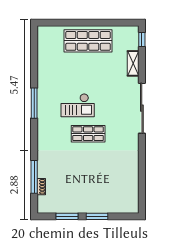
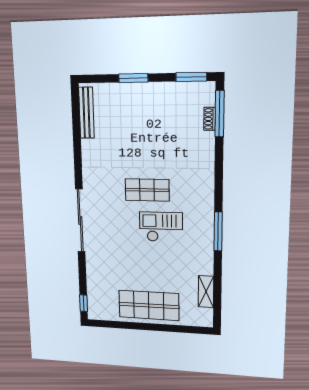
shelving: (133, 63) -> (206, 292), moved
window: (34, 177) -> (219, 114), moved
bench: (134, 192) -> (86, 113), added
window: (67, 216) -> (191, 77), moved

